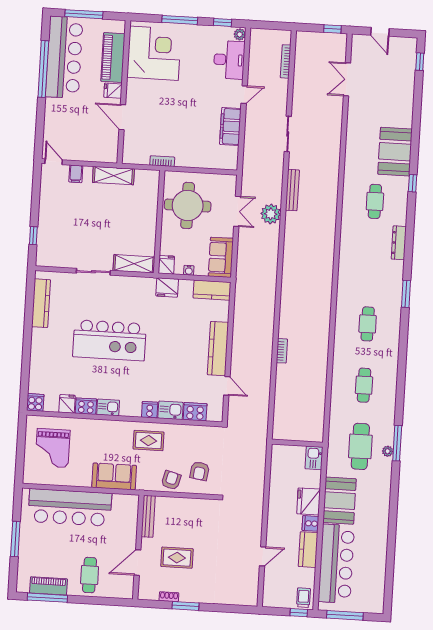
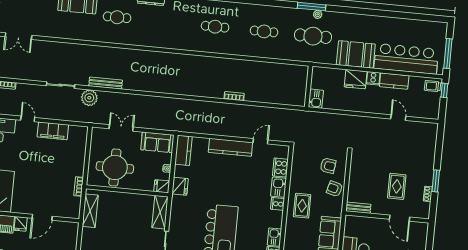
shelving: (113, 176) -> (90, 211), moved
plant: (271, 214) -> (89, 98), moved
kitchen sink: (314, 458) -> (316, 99), moved, turned -90
bench: (148, 516) -> (358, 208), width x0.73

